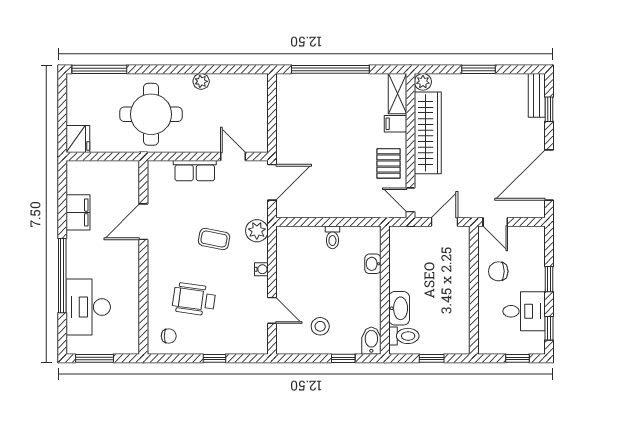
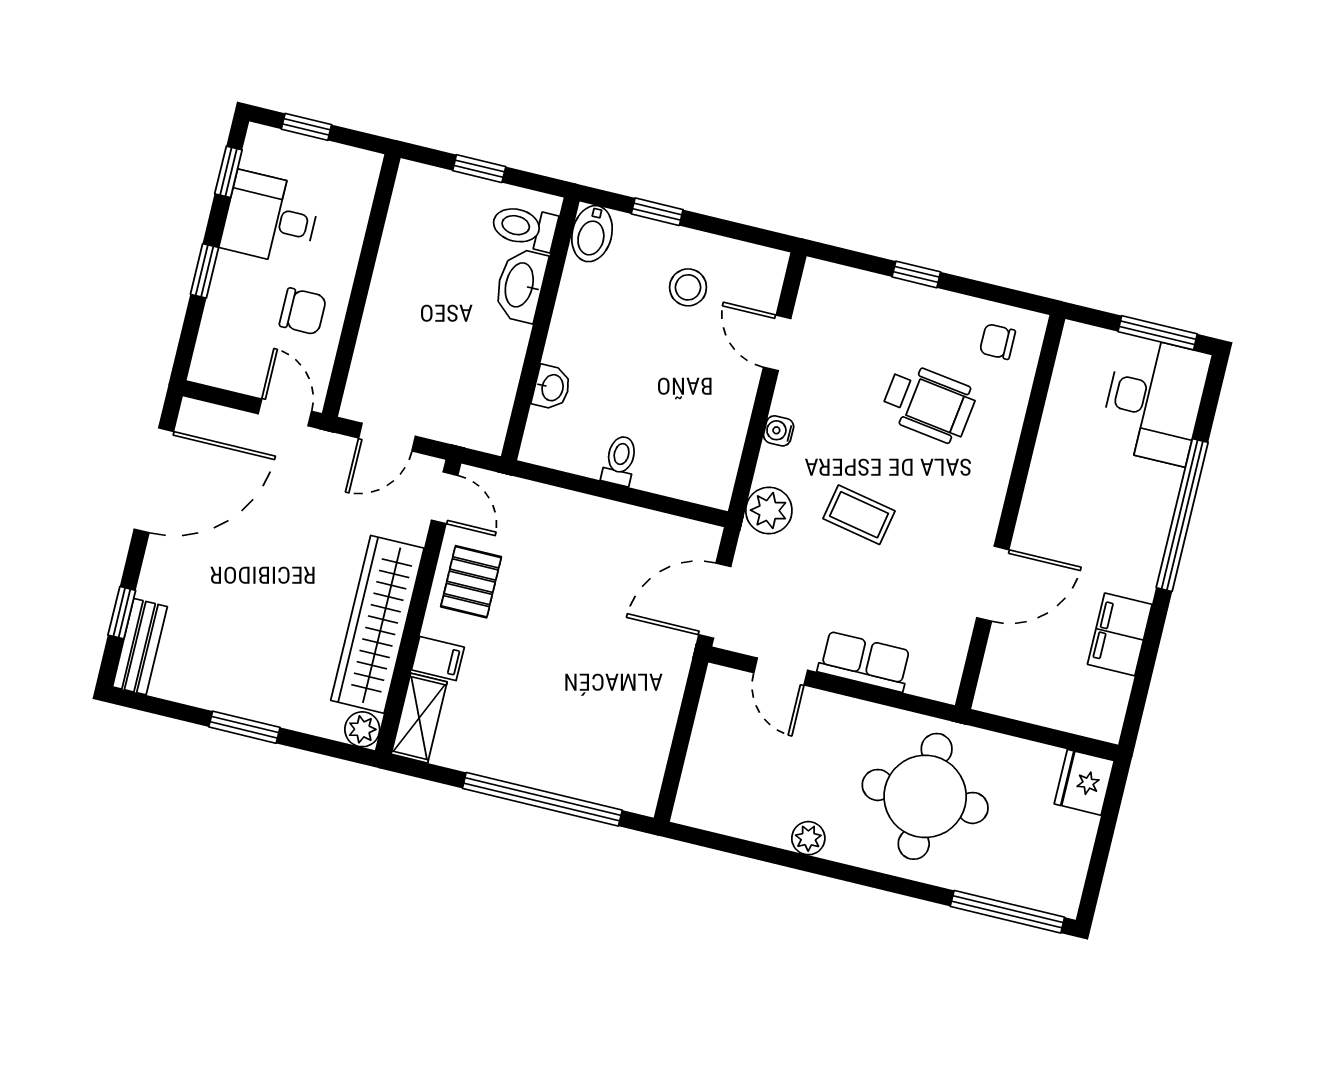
desk: (88, 307) -> (1155, 400), moved

